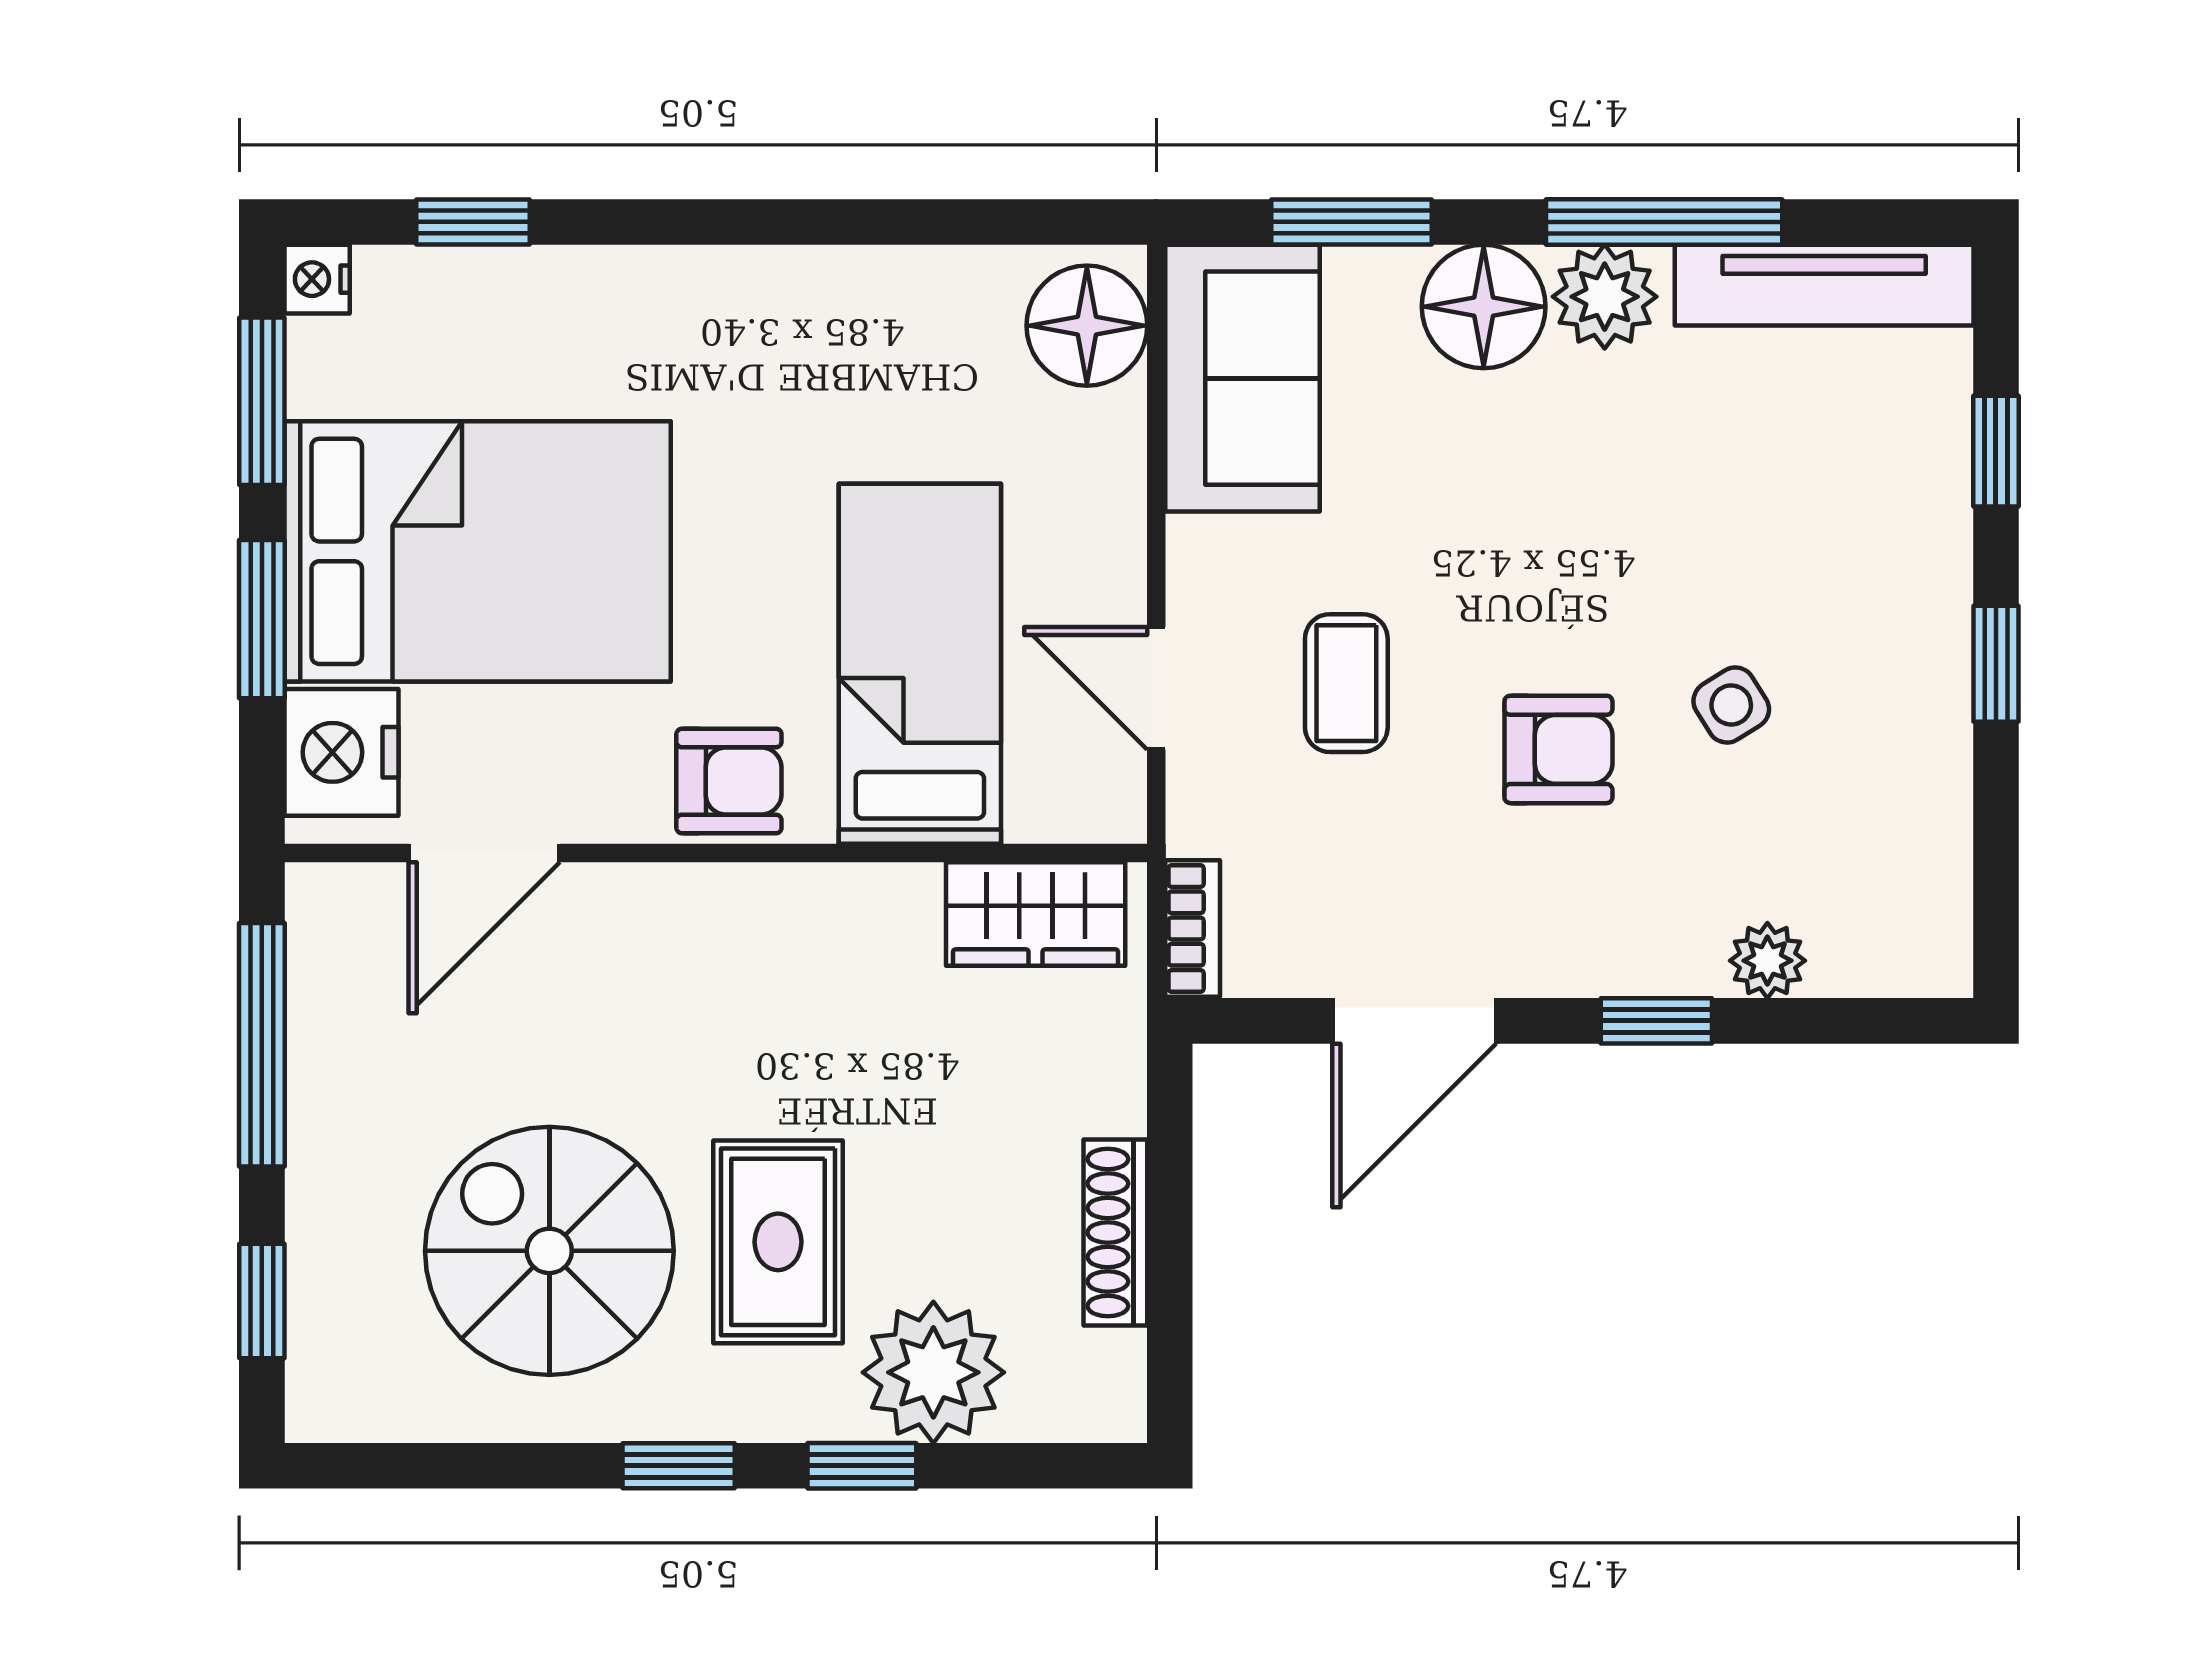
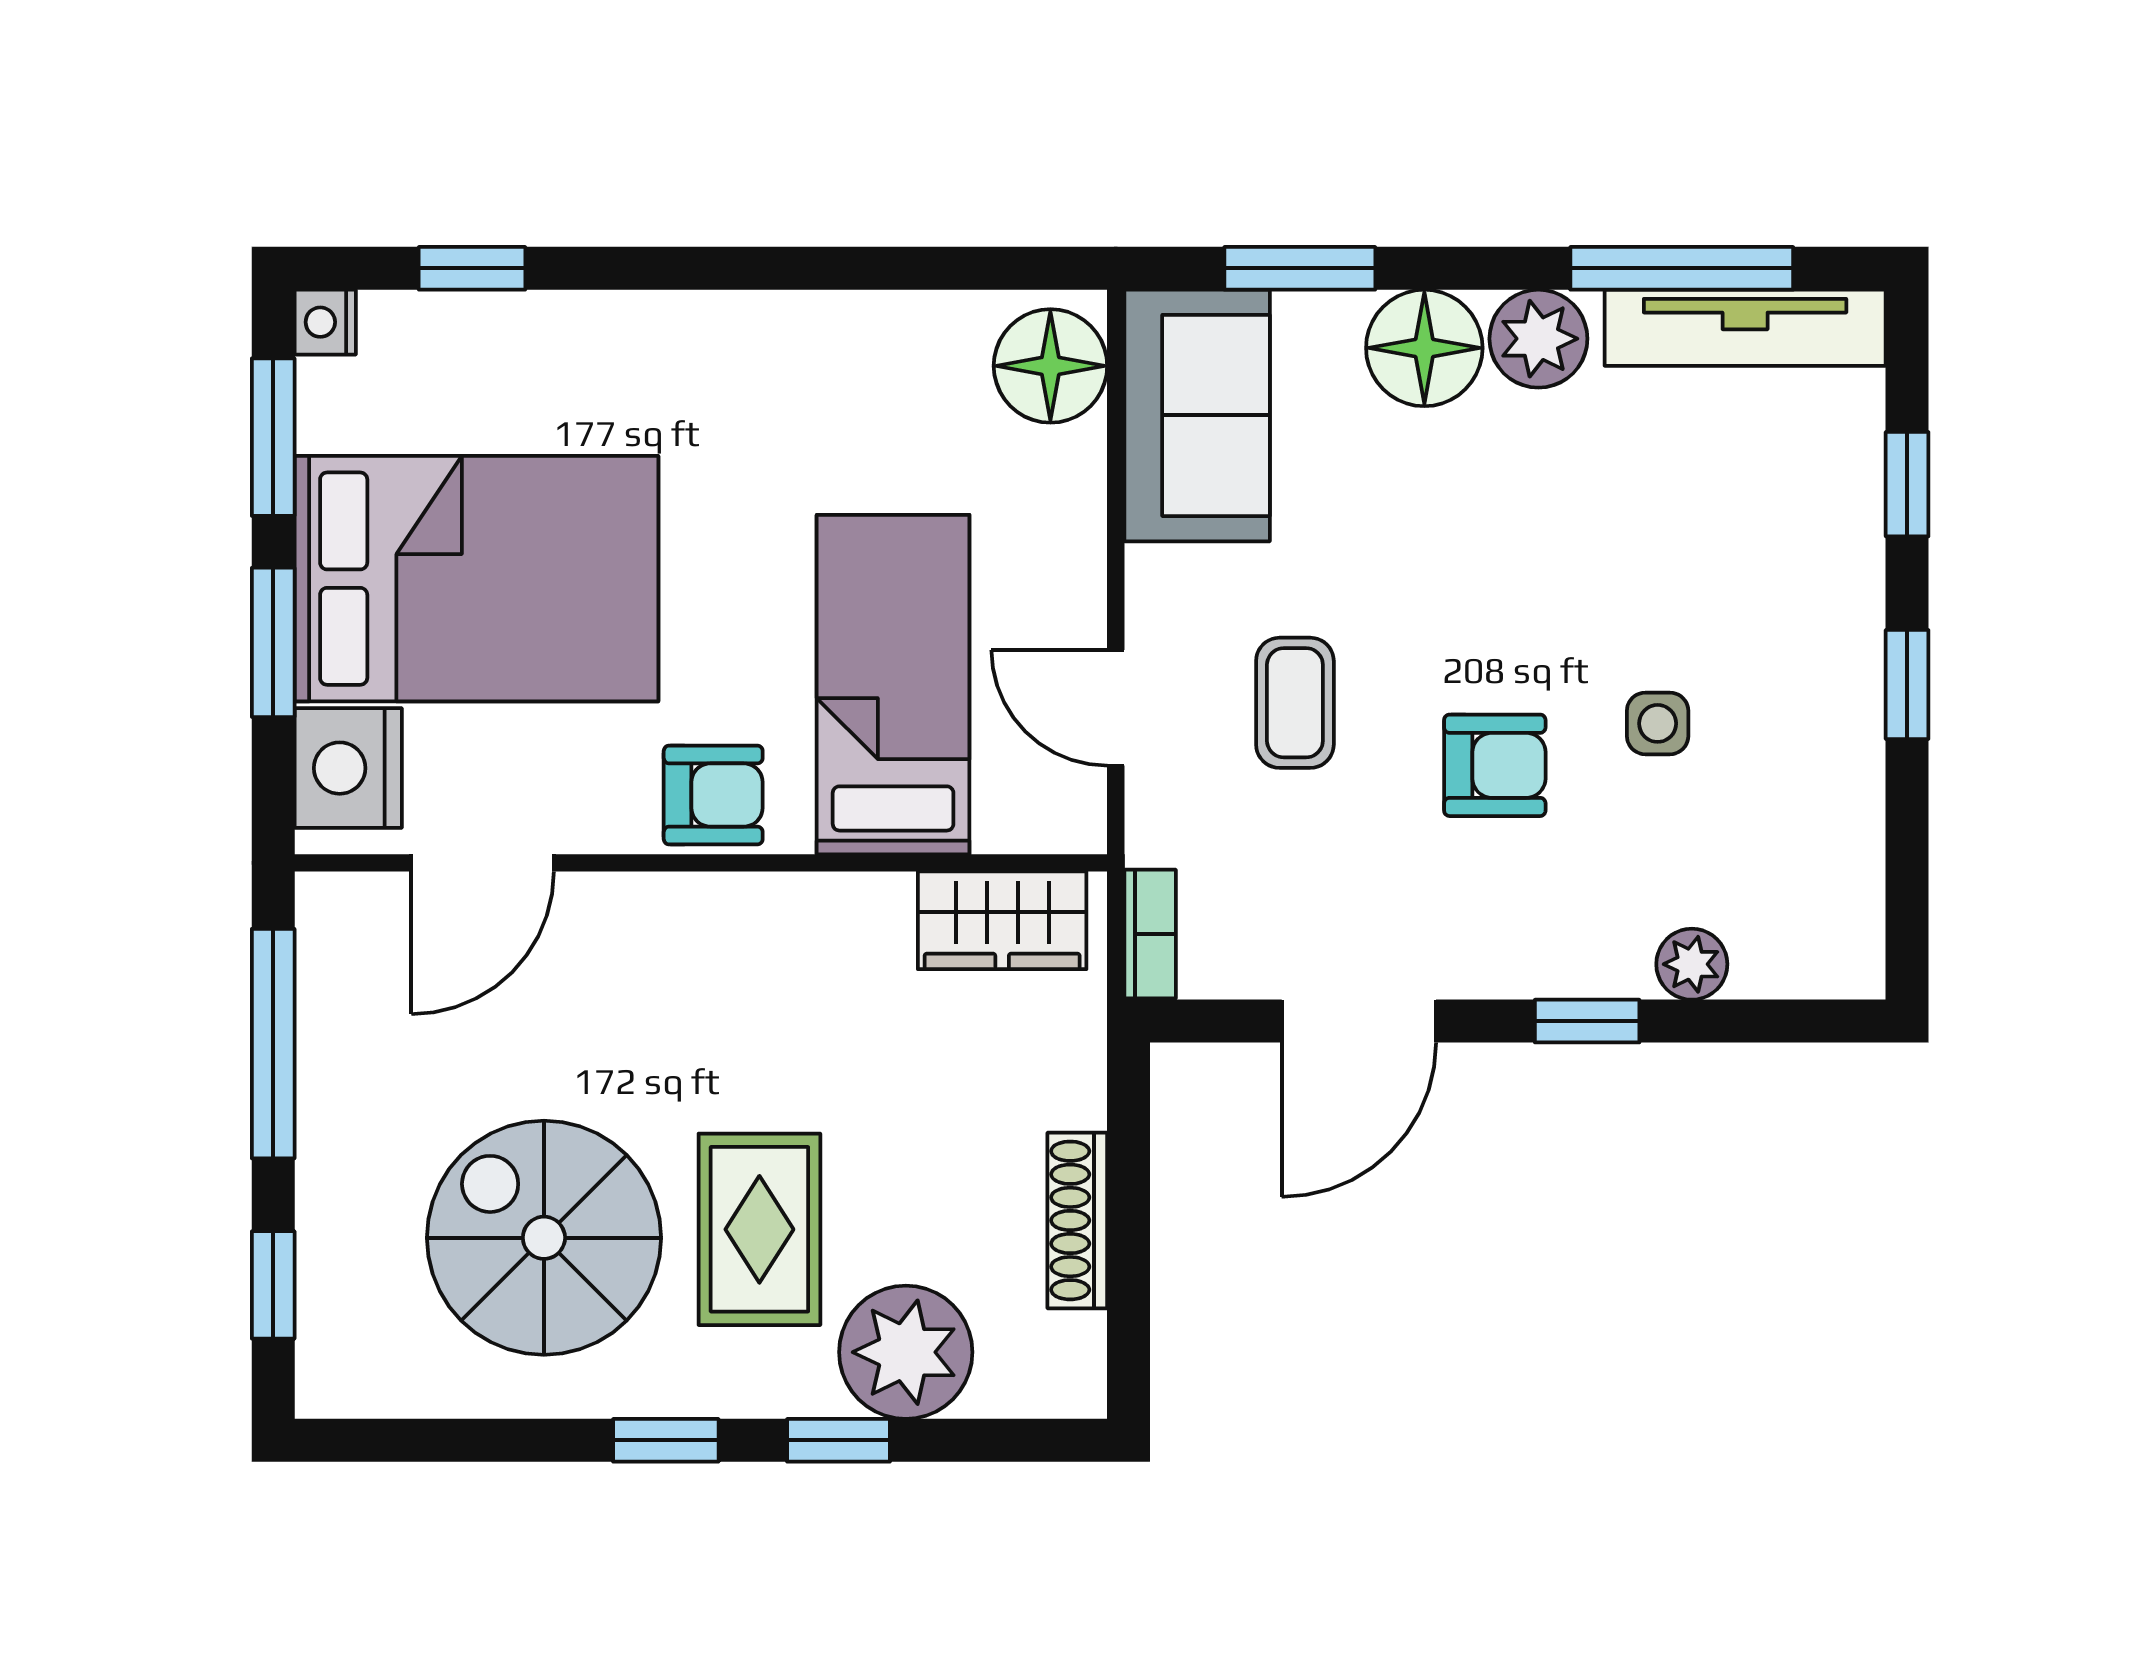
window: (1664, 222) -> (1682, 268), moved
side table: (1731, 705) -> (1658, 723), turned 32

